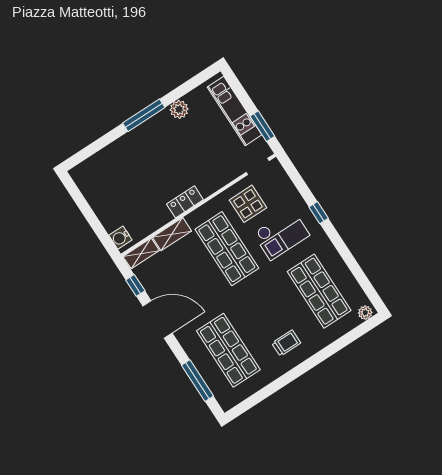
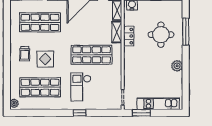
plant: (179, 109) -> (177, 66), moved
window: (144, 115) -> (186, 32), moved
round table: (135, 170) -> (161, 35), added
locker: (185, 202) -> (129, 36), moved
display table: (248, 204) -> (45, 59), moved

